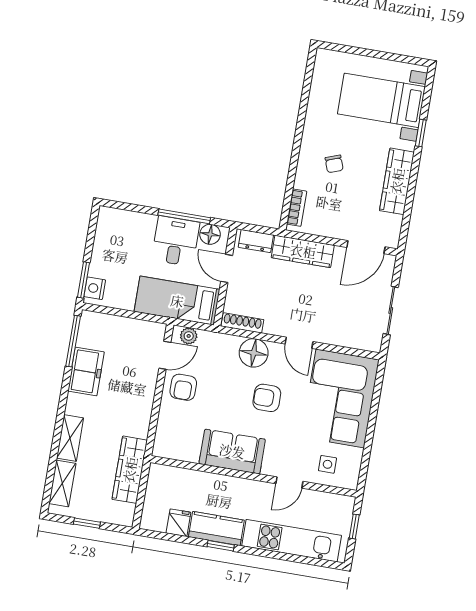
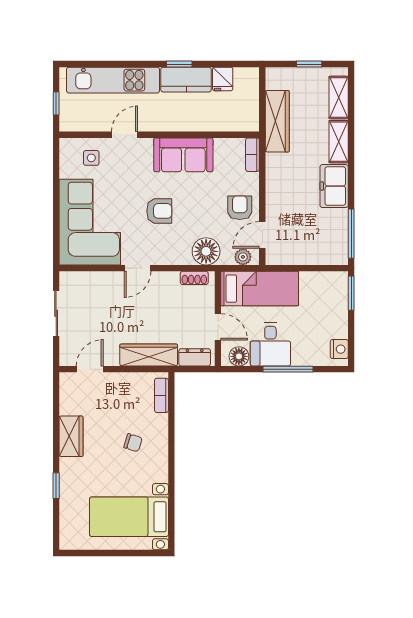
bed with nightstands: (381, 100) -> (129, 517), moved, turned 180
chair: (334, 164) -> (133, 443), turned 127
wardrobe: (397, 181) -> (71, 436), width x0.67
window: (184, 216) -> (288, 369), moved
door: (366, 247) -> (90, 369), width x0.73
nightstand: (95, 288) -> (339, 349), moved
shoe rack: (242, 323) -> (194, 278), width x0.70
door: (299, 343) -> (138, 268), swing flipped
floor lamp: (254, 353) -> (206, 251), moved
freezer: (86, 372) -> (334, 186), moved
bookcase: (161, 440) -> (252, 155), added

